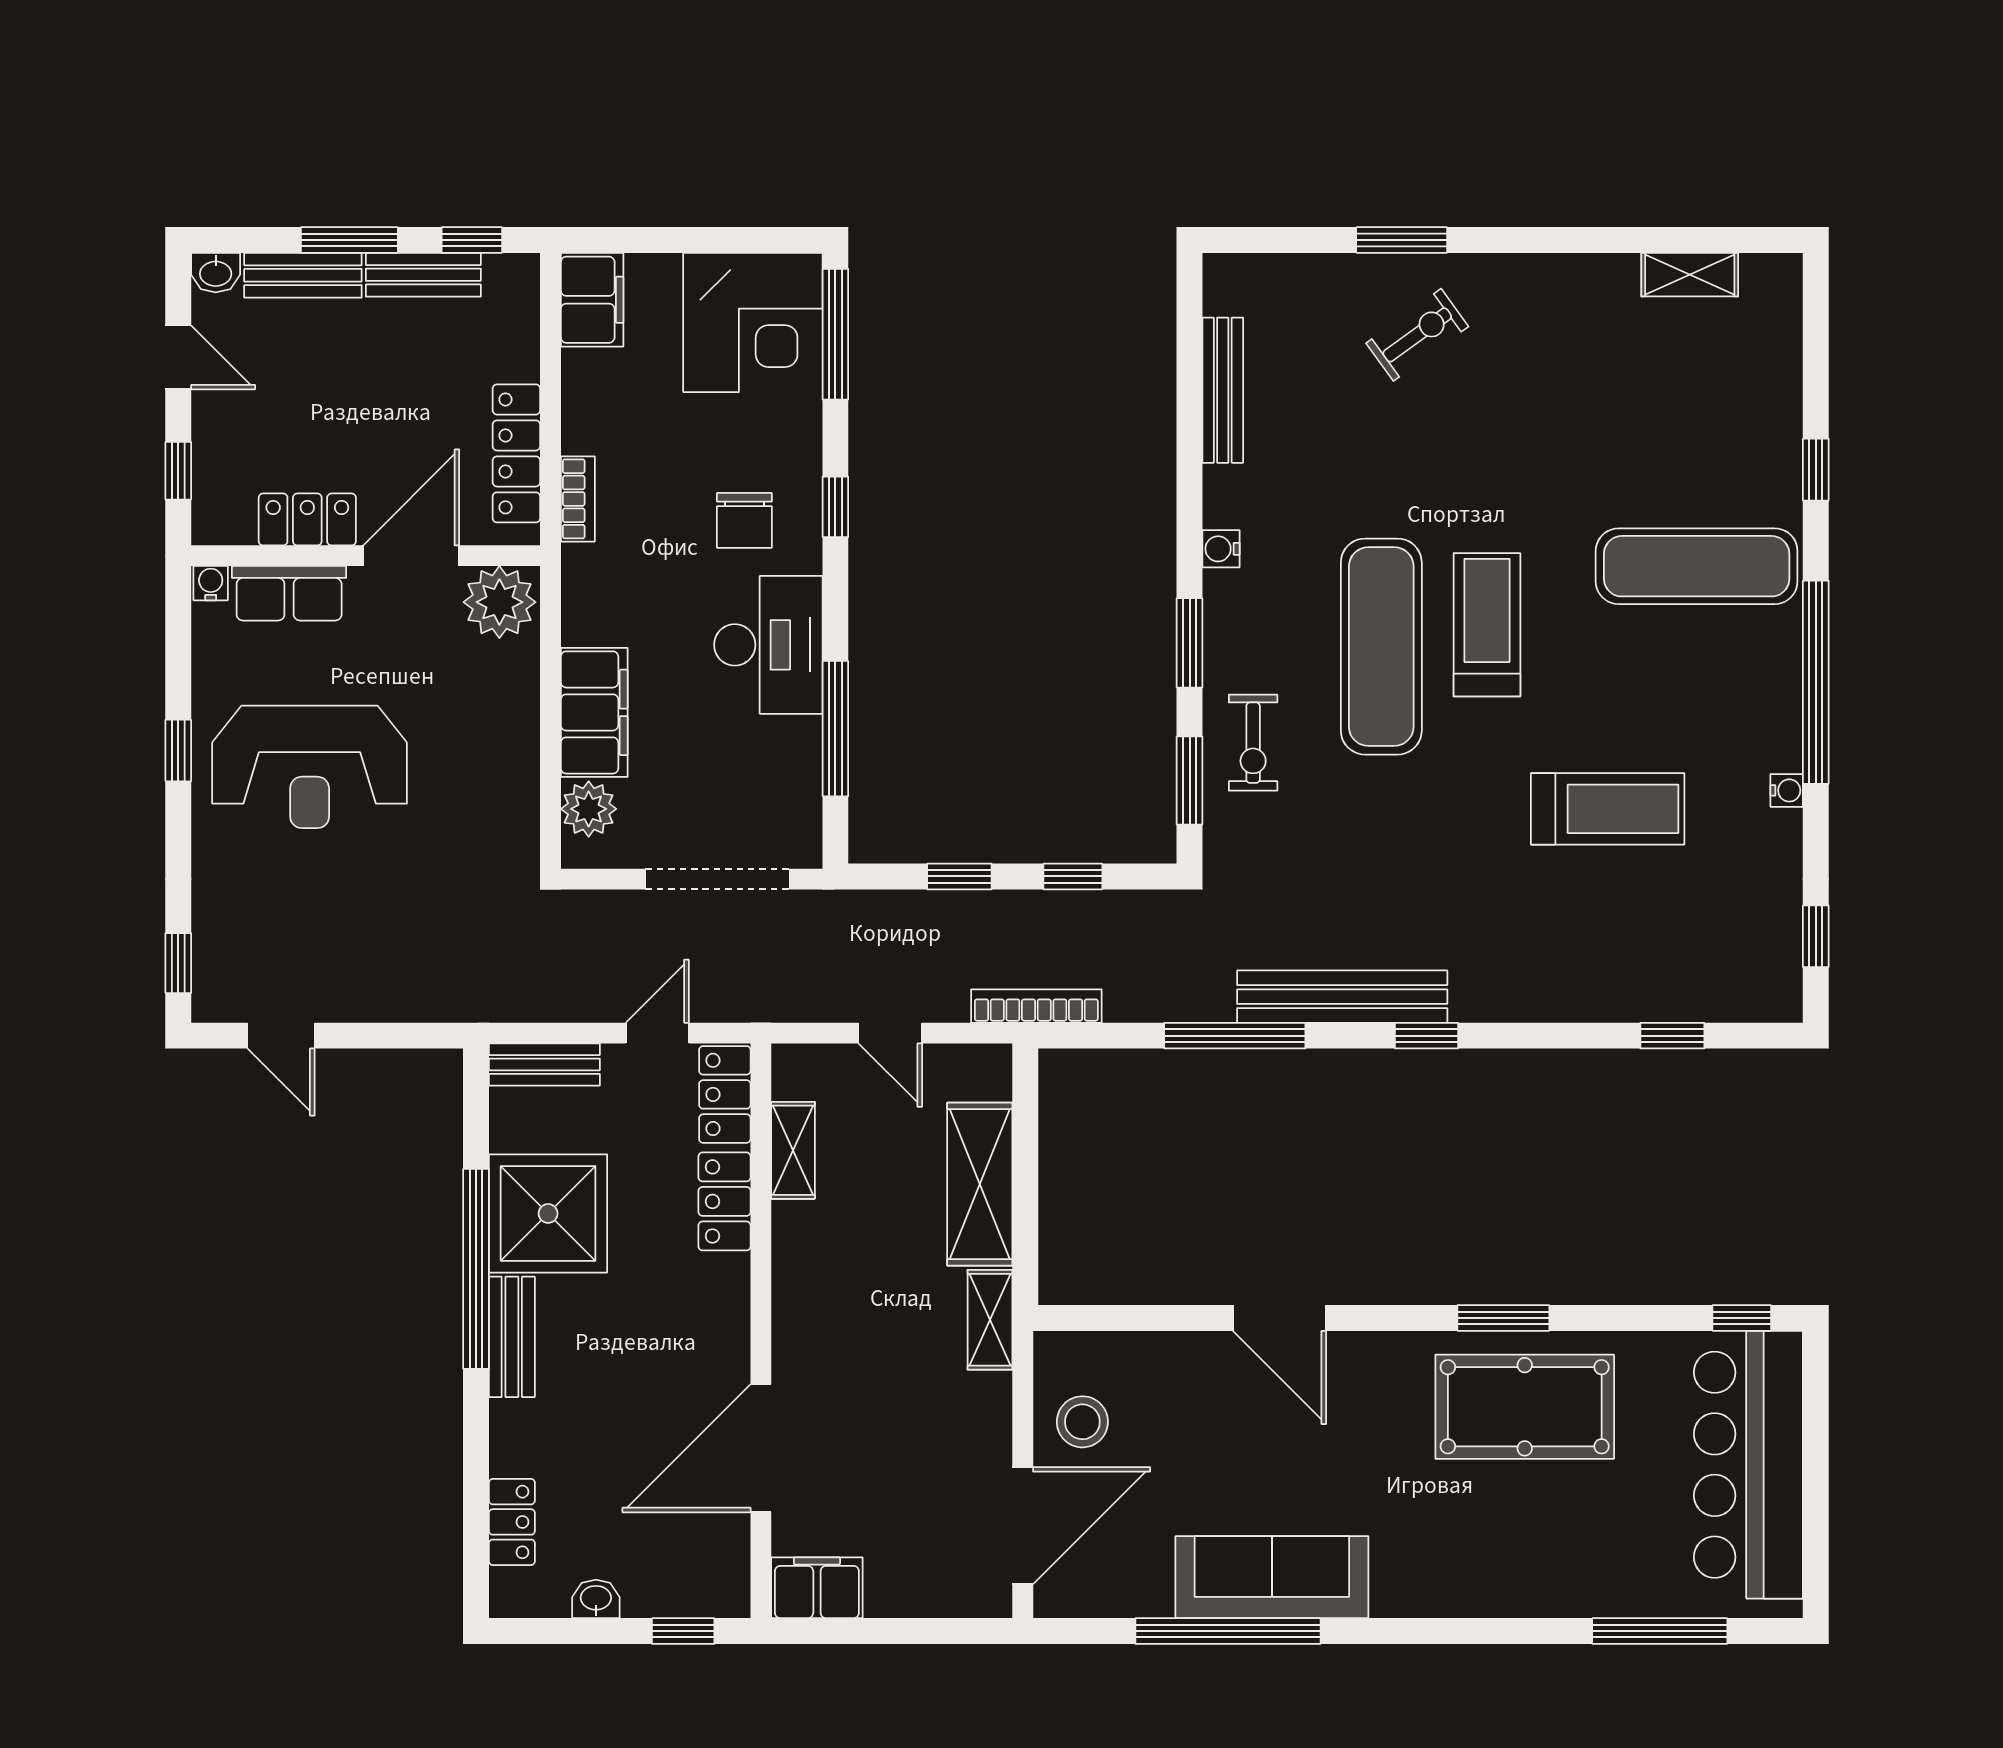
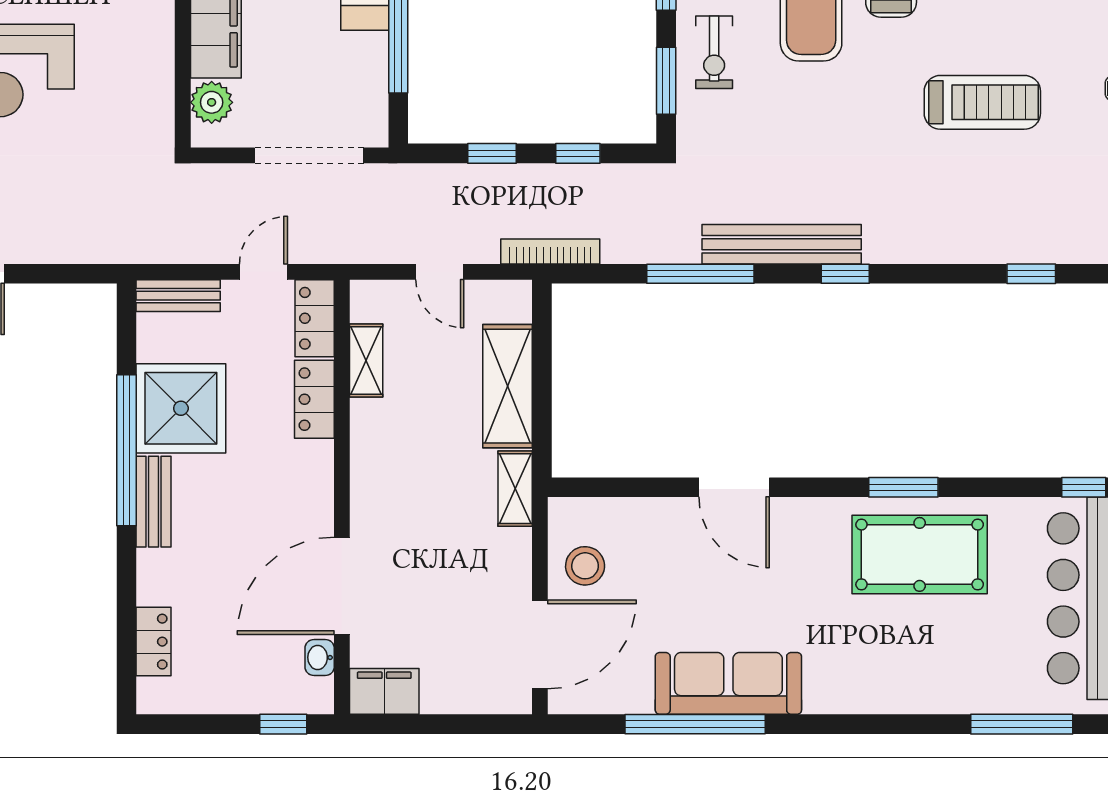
washbasin: (596, 1599) -> (320, 657), moved, turned -90

